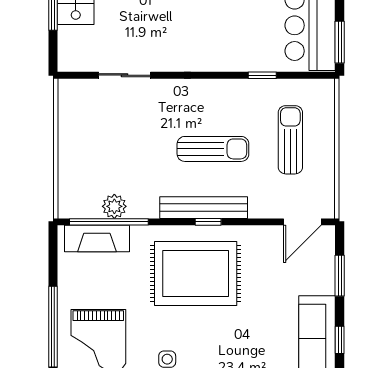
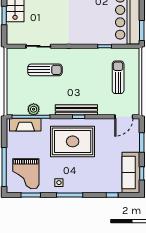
sun lounger: (213, 149) -> (45, 70), moved

